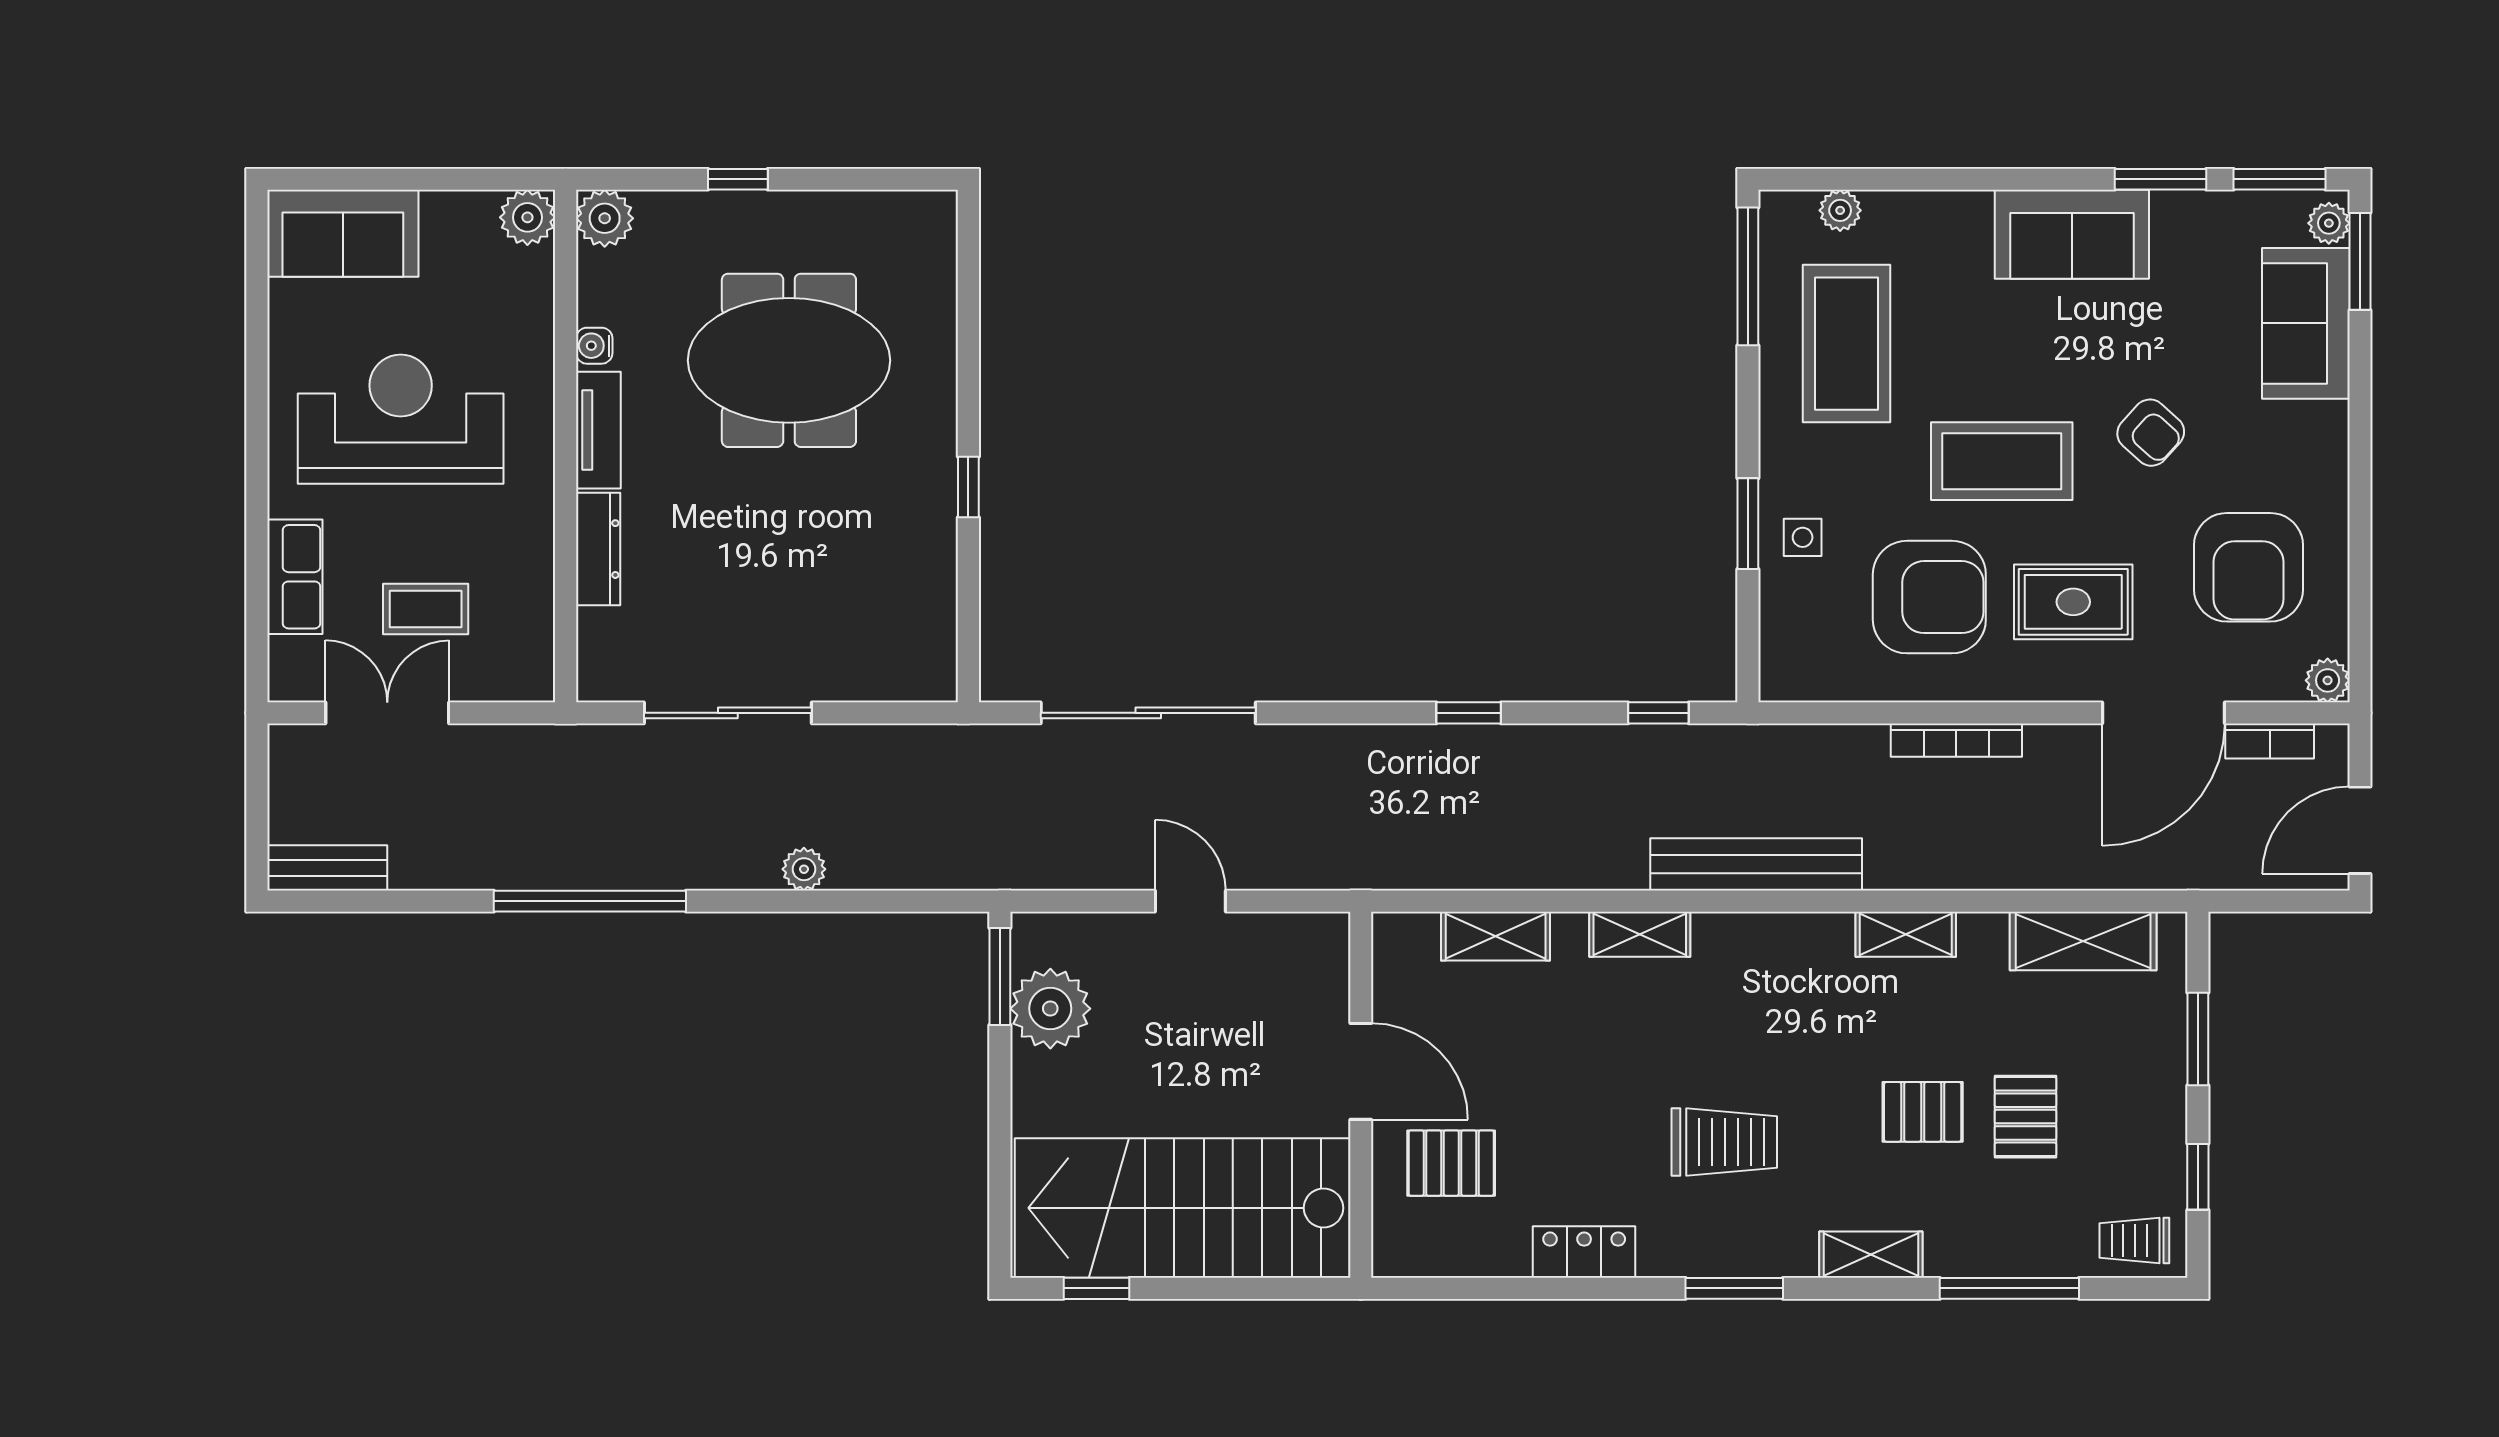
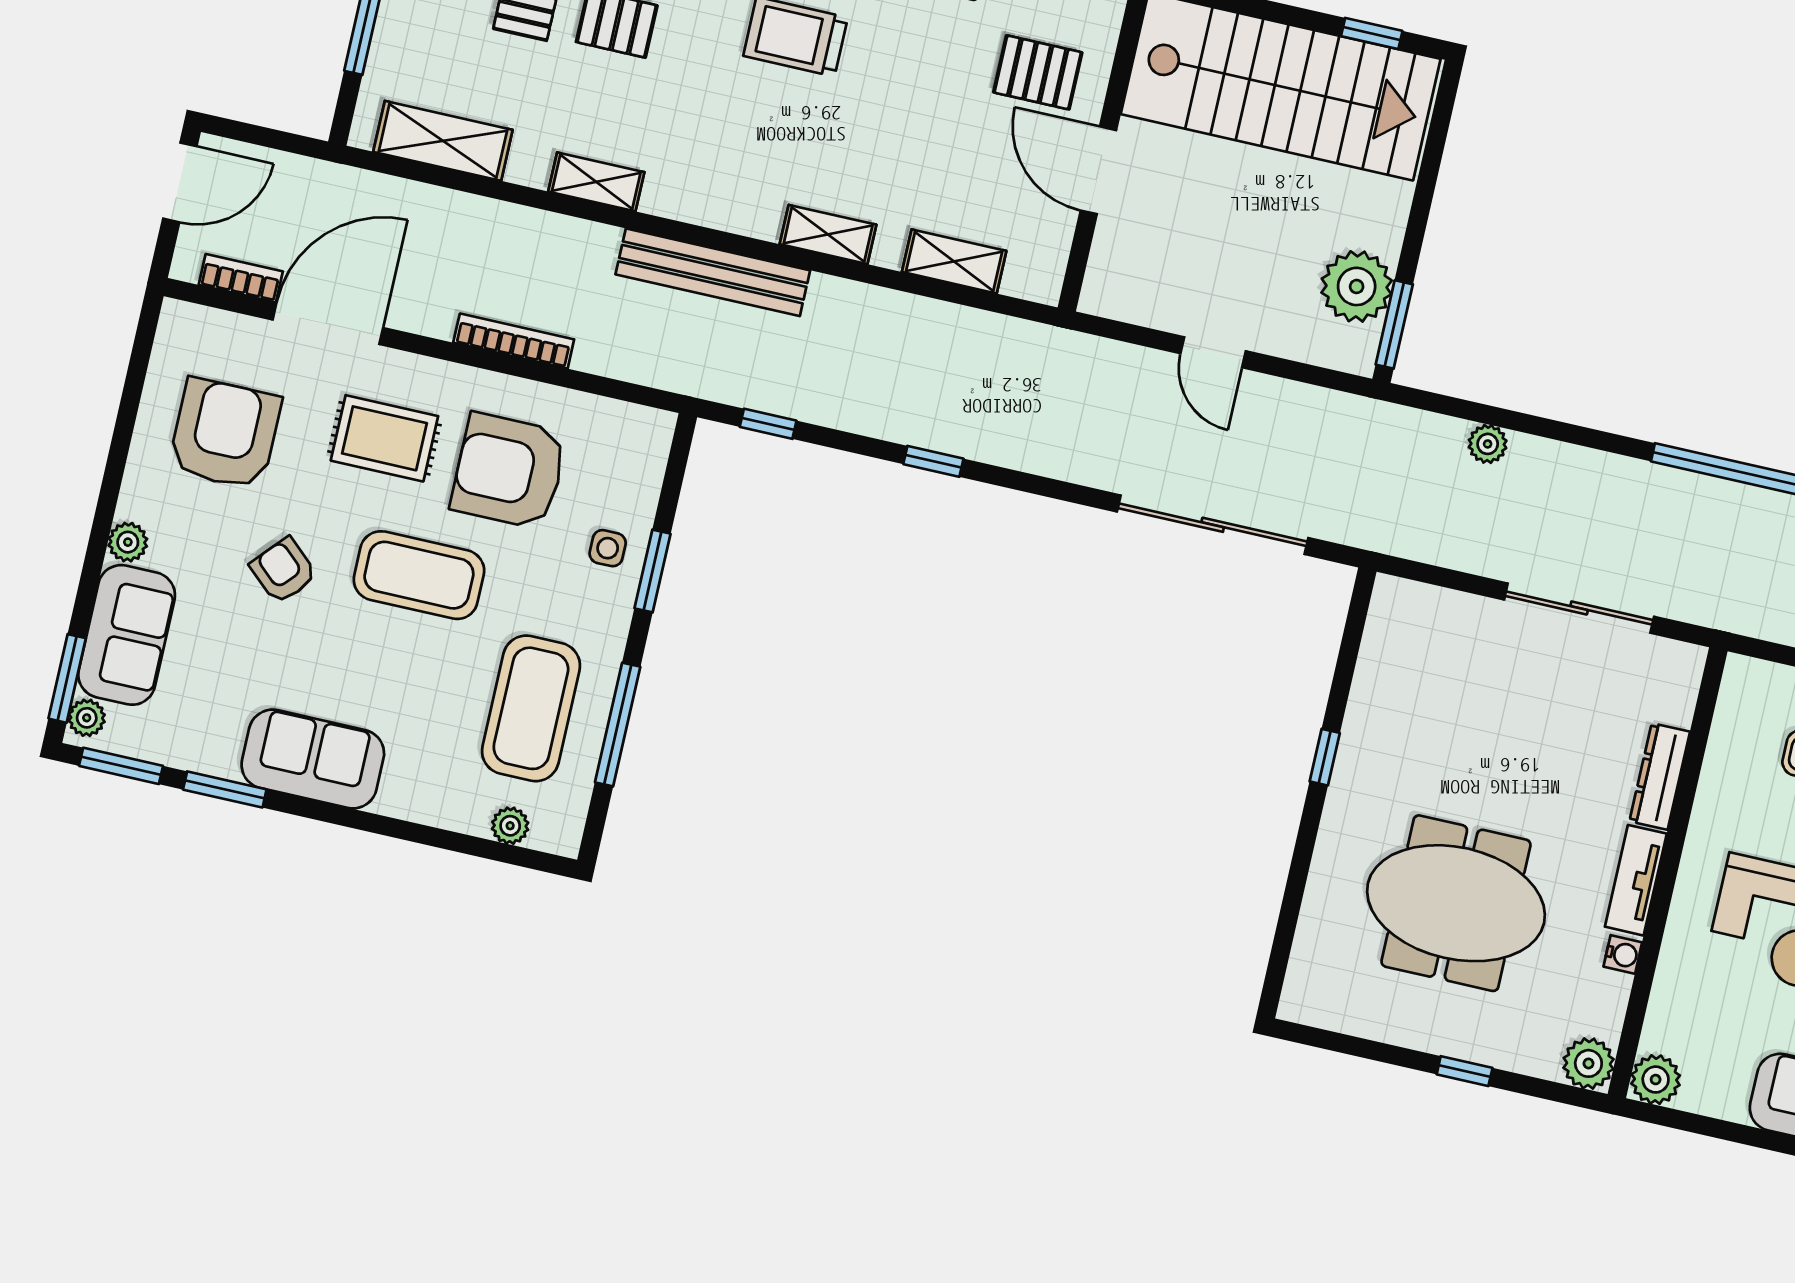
window: (1748, 276) -> (618, 725), moved
plant: (2328, 680) -> (128, 542), moved
plant: (804, 869) -> (1488, 444), moved

